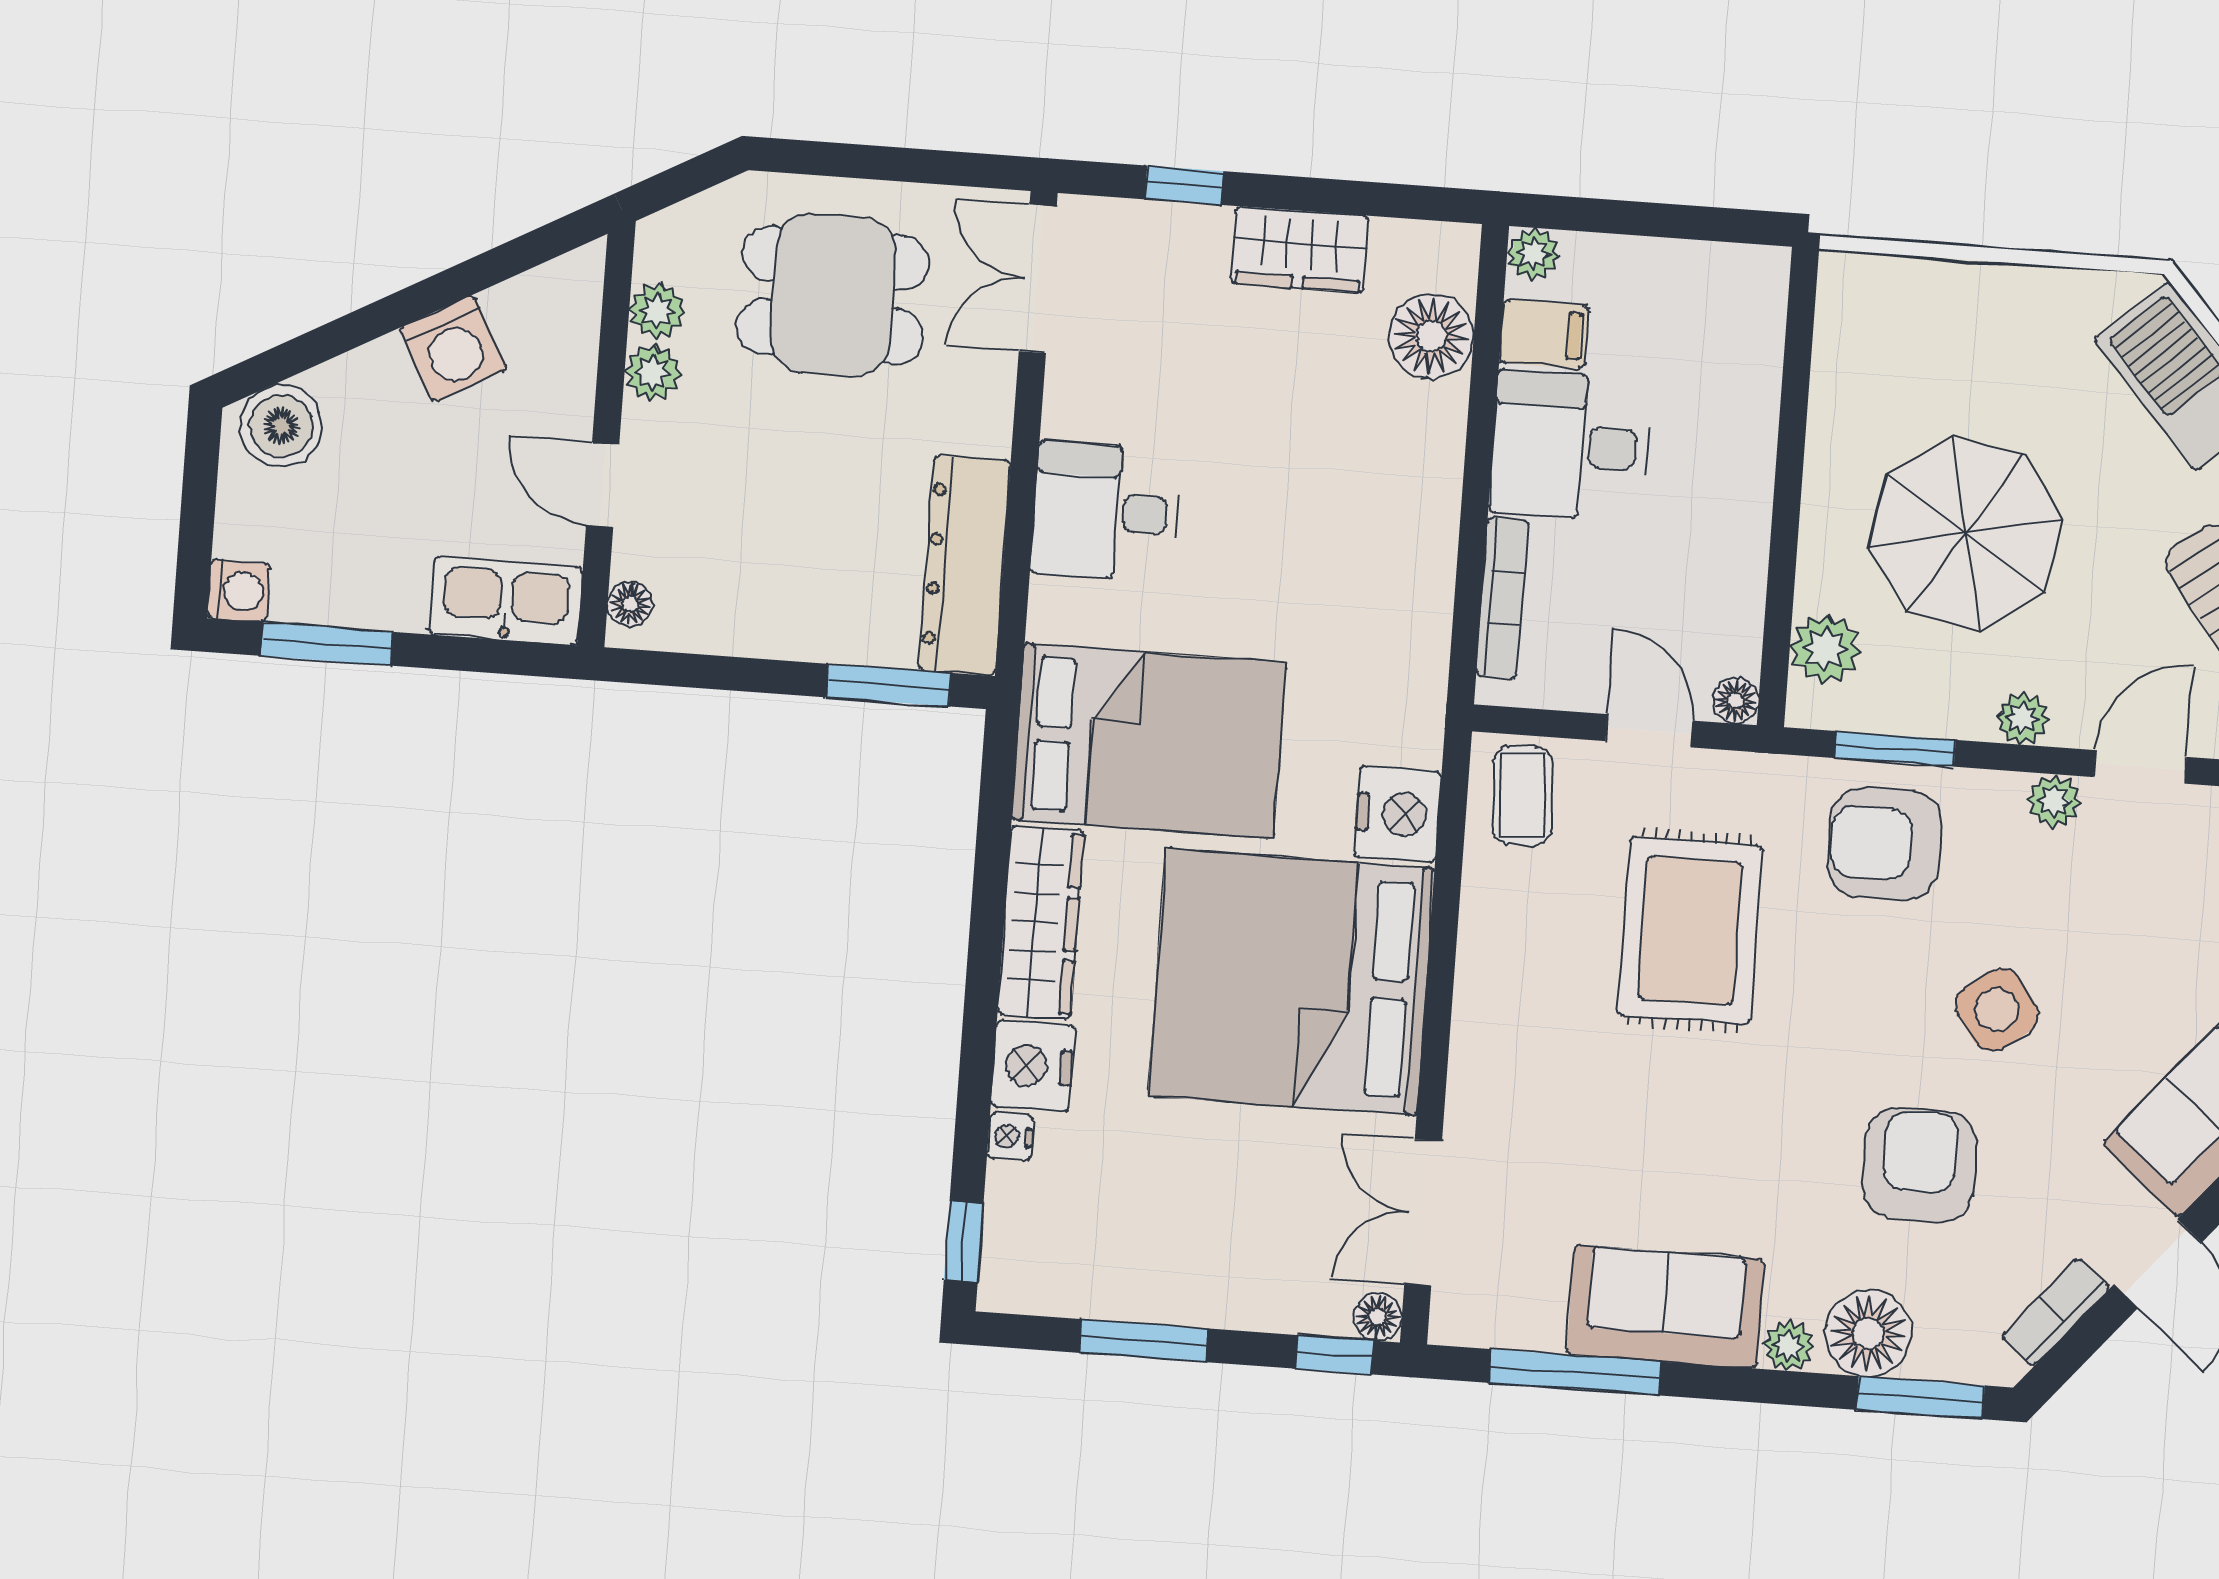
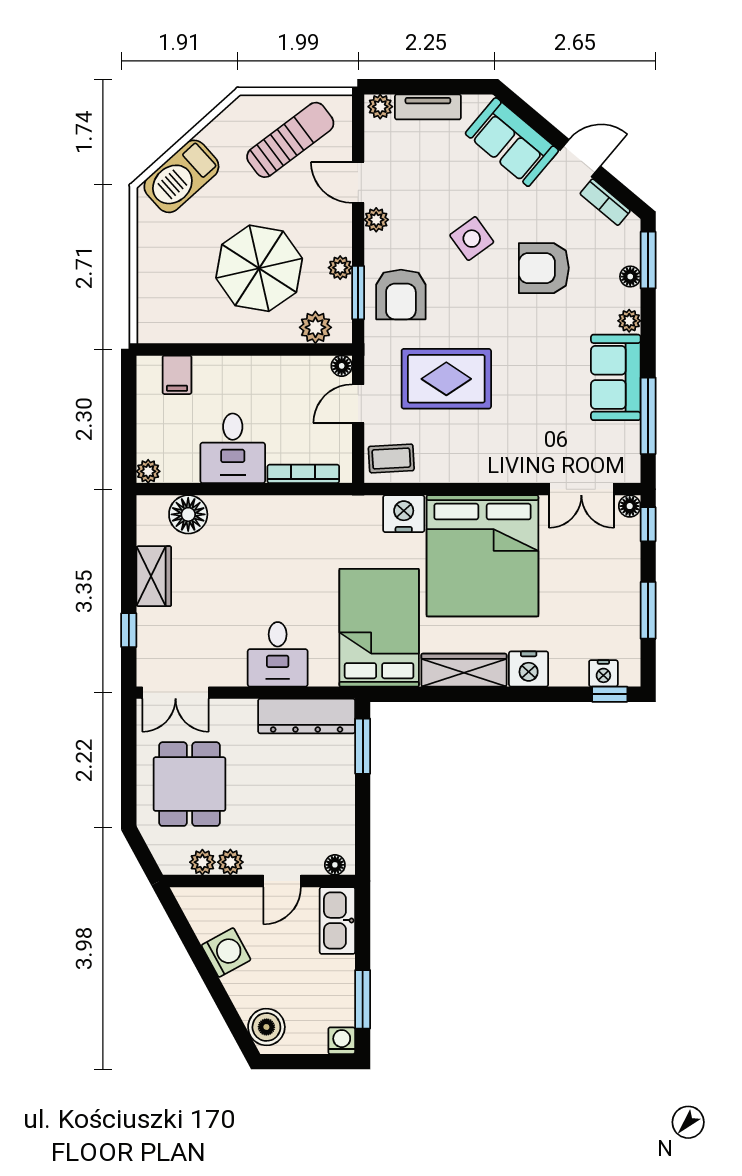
filing cabinet: (1544, 334) -> (177, 375), moved, turned 180
plant: (2023, 718) -> (340, 268), moved
nightstand: (1010, 1136) -> (603, 673), moved, width x1.39, depth x1.35
floor lamp: (1868, 1333) -> (630, 277), width x0.53, depth x0.53

